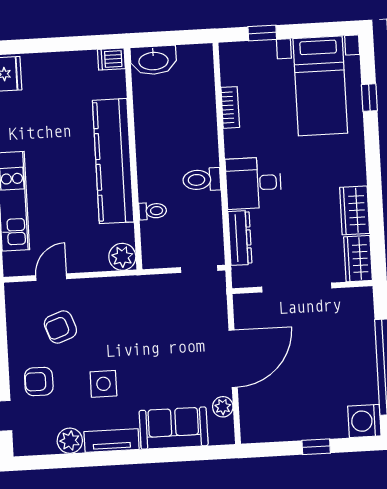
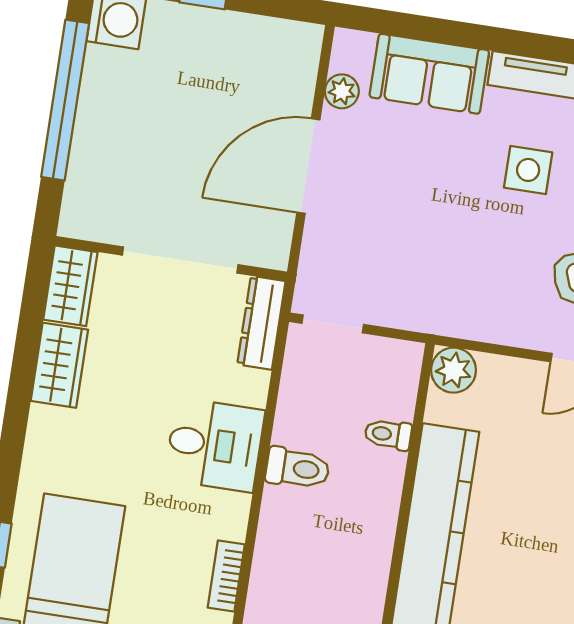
dresser: (240, 238) -> (261, 323), moved

